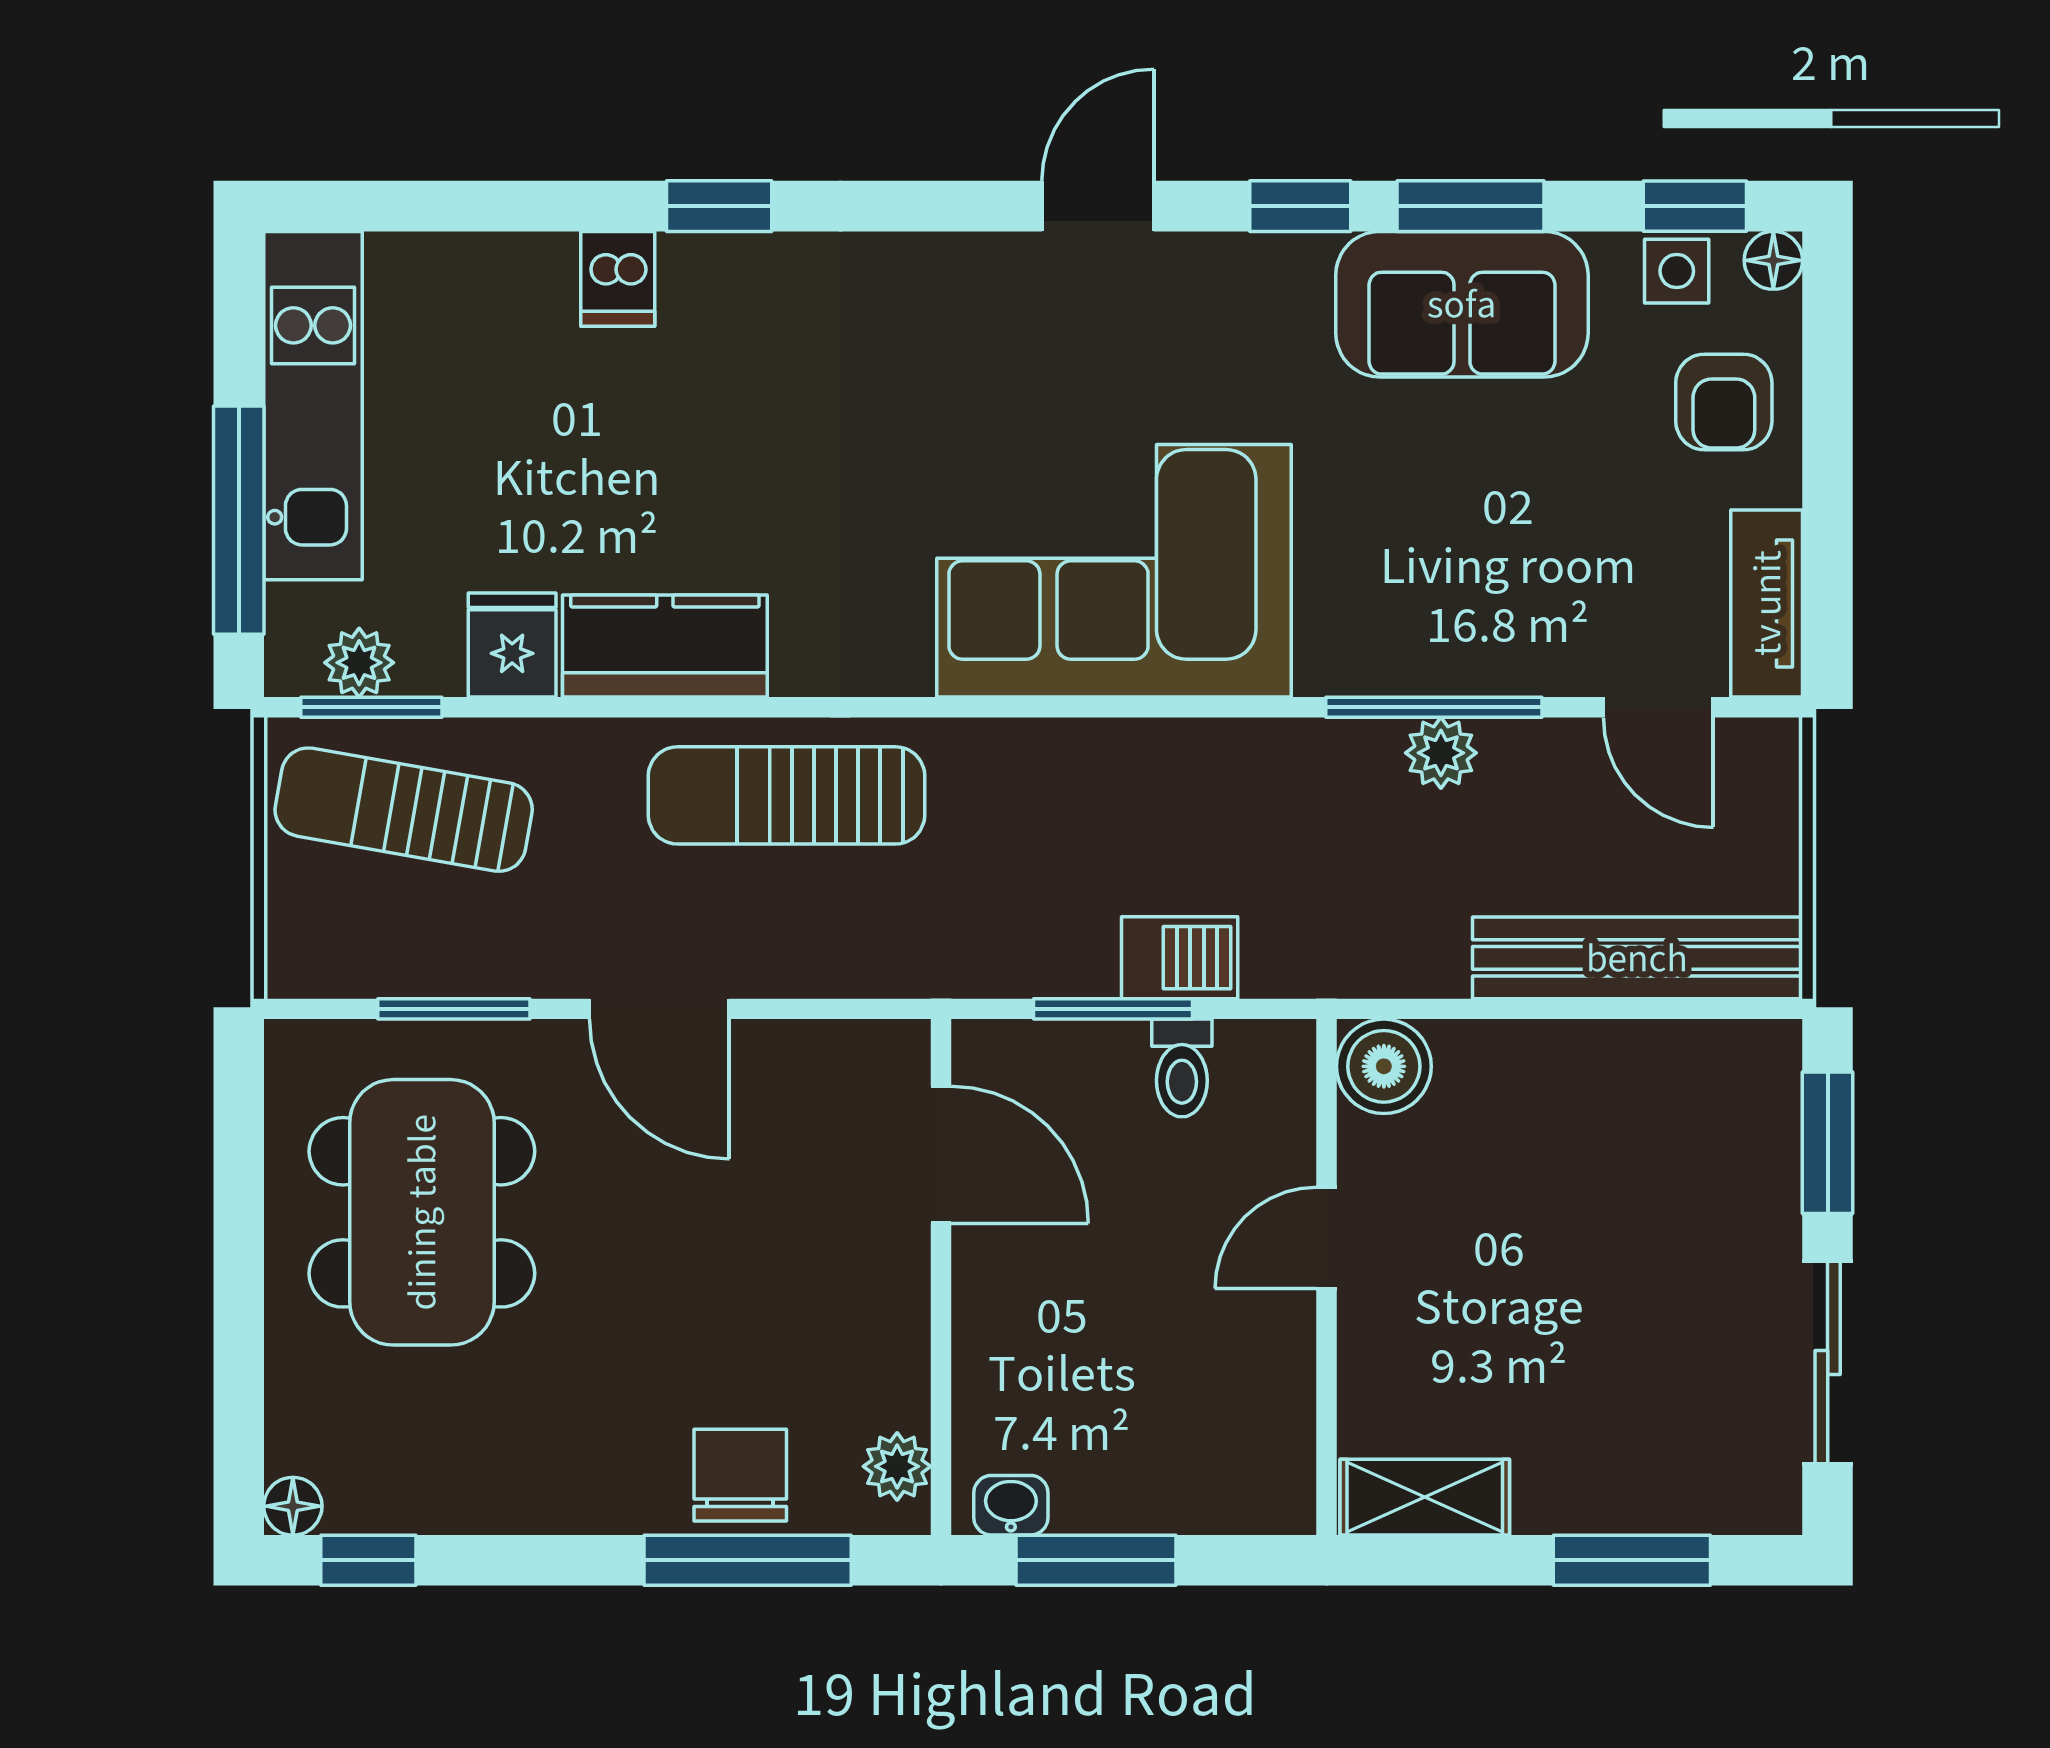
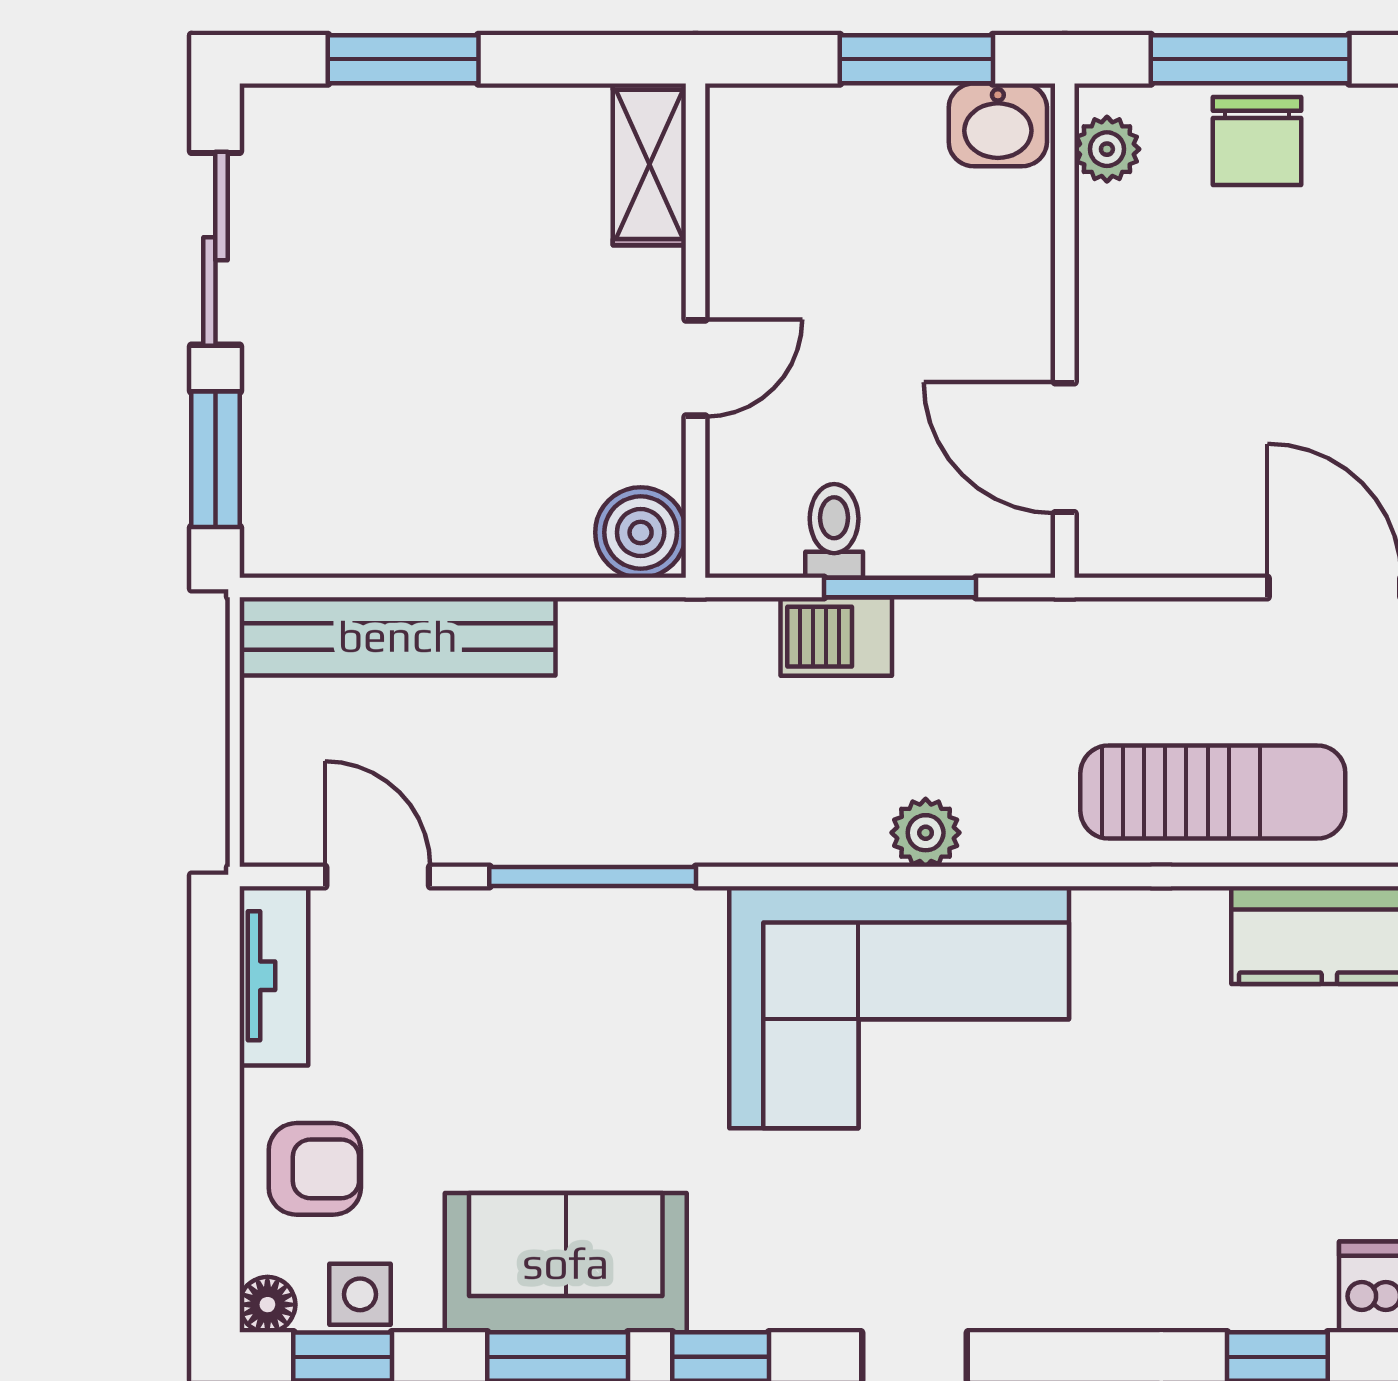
armchair: (1724, 402) -> (315, 1169), turned 90
plant: (1441, 753) -> (926, 833), moved
shelving: (1425, 1497) -> (649, 164), moved, turned 90
washbasin: (1011, 1505) -> (998, 125), width x1.38, depth x1.45

